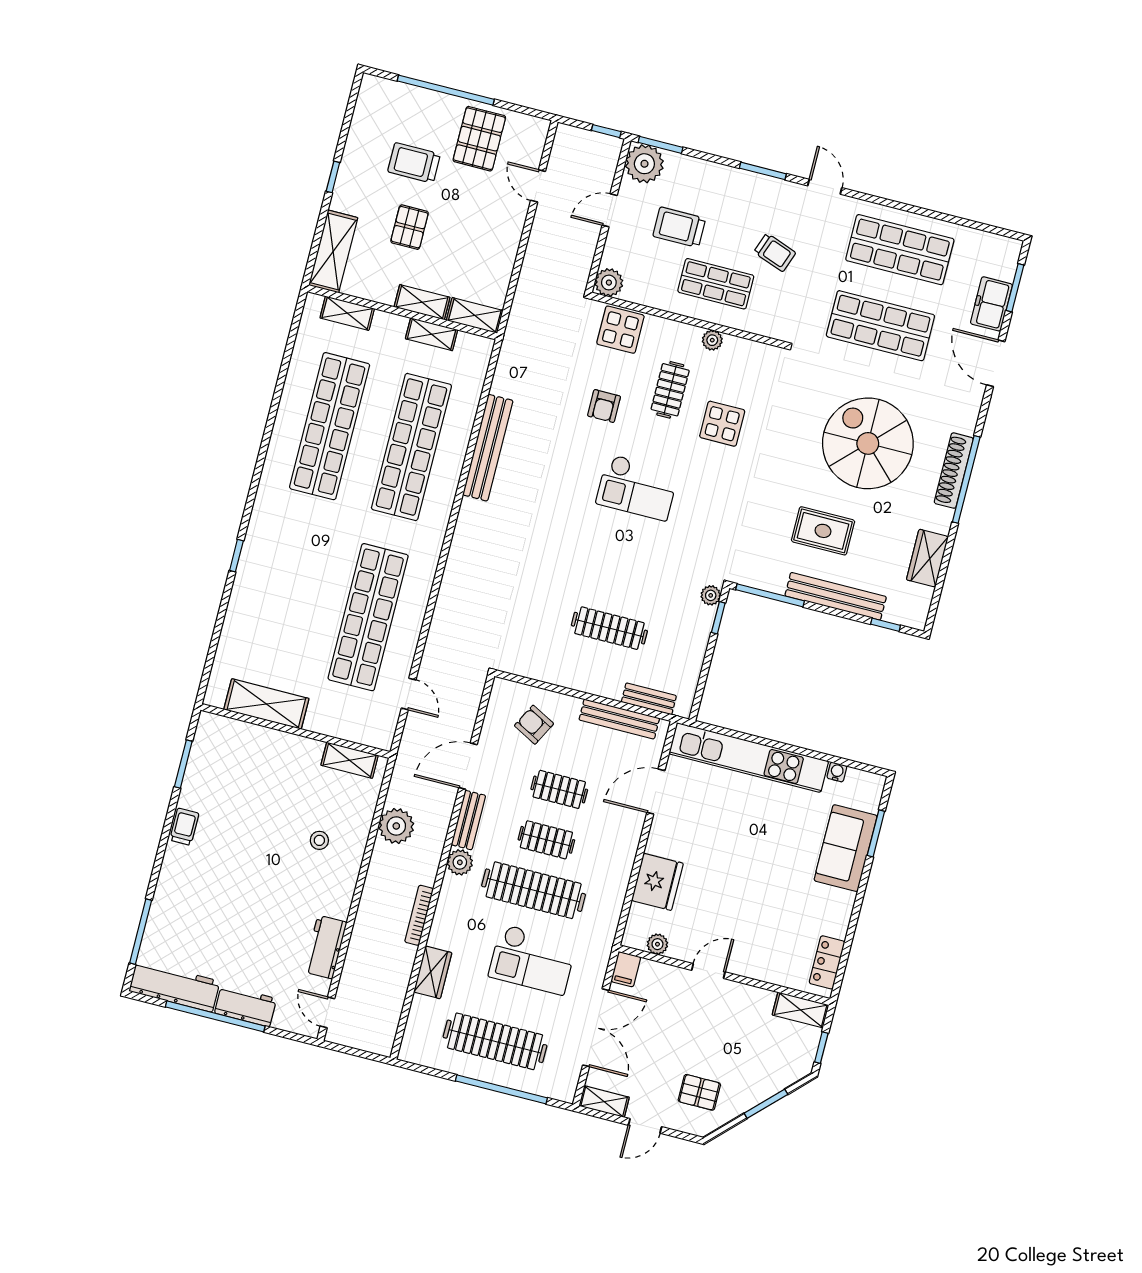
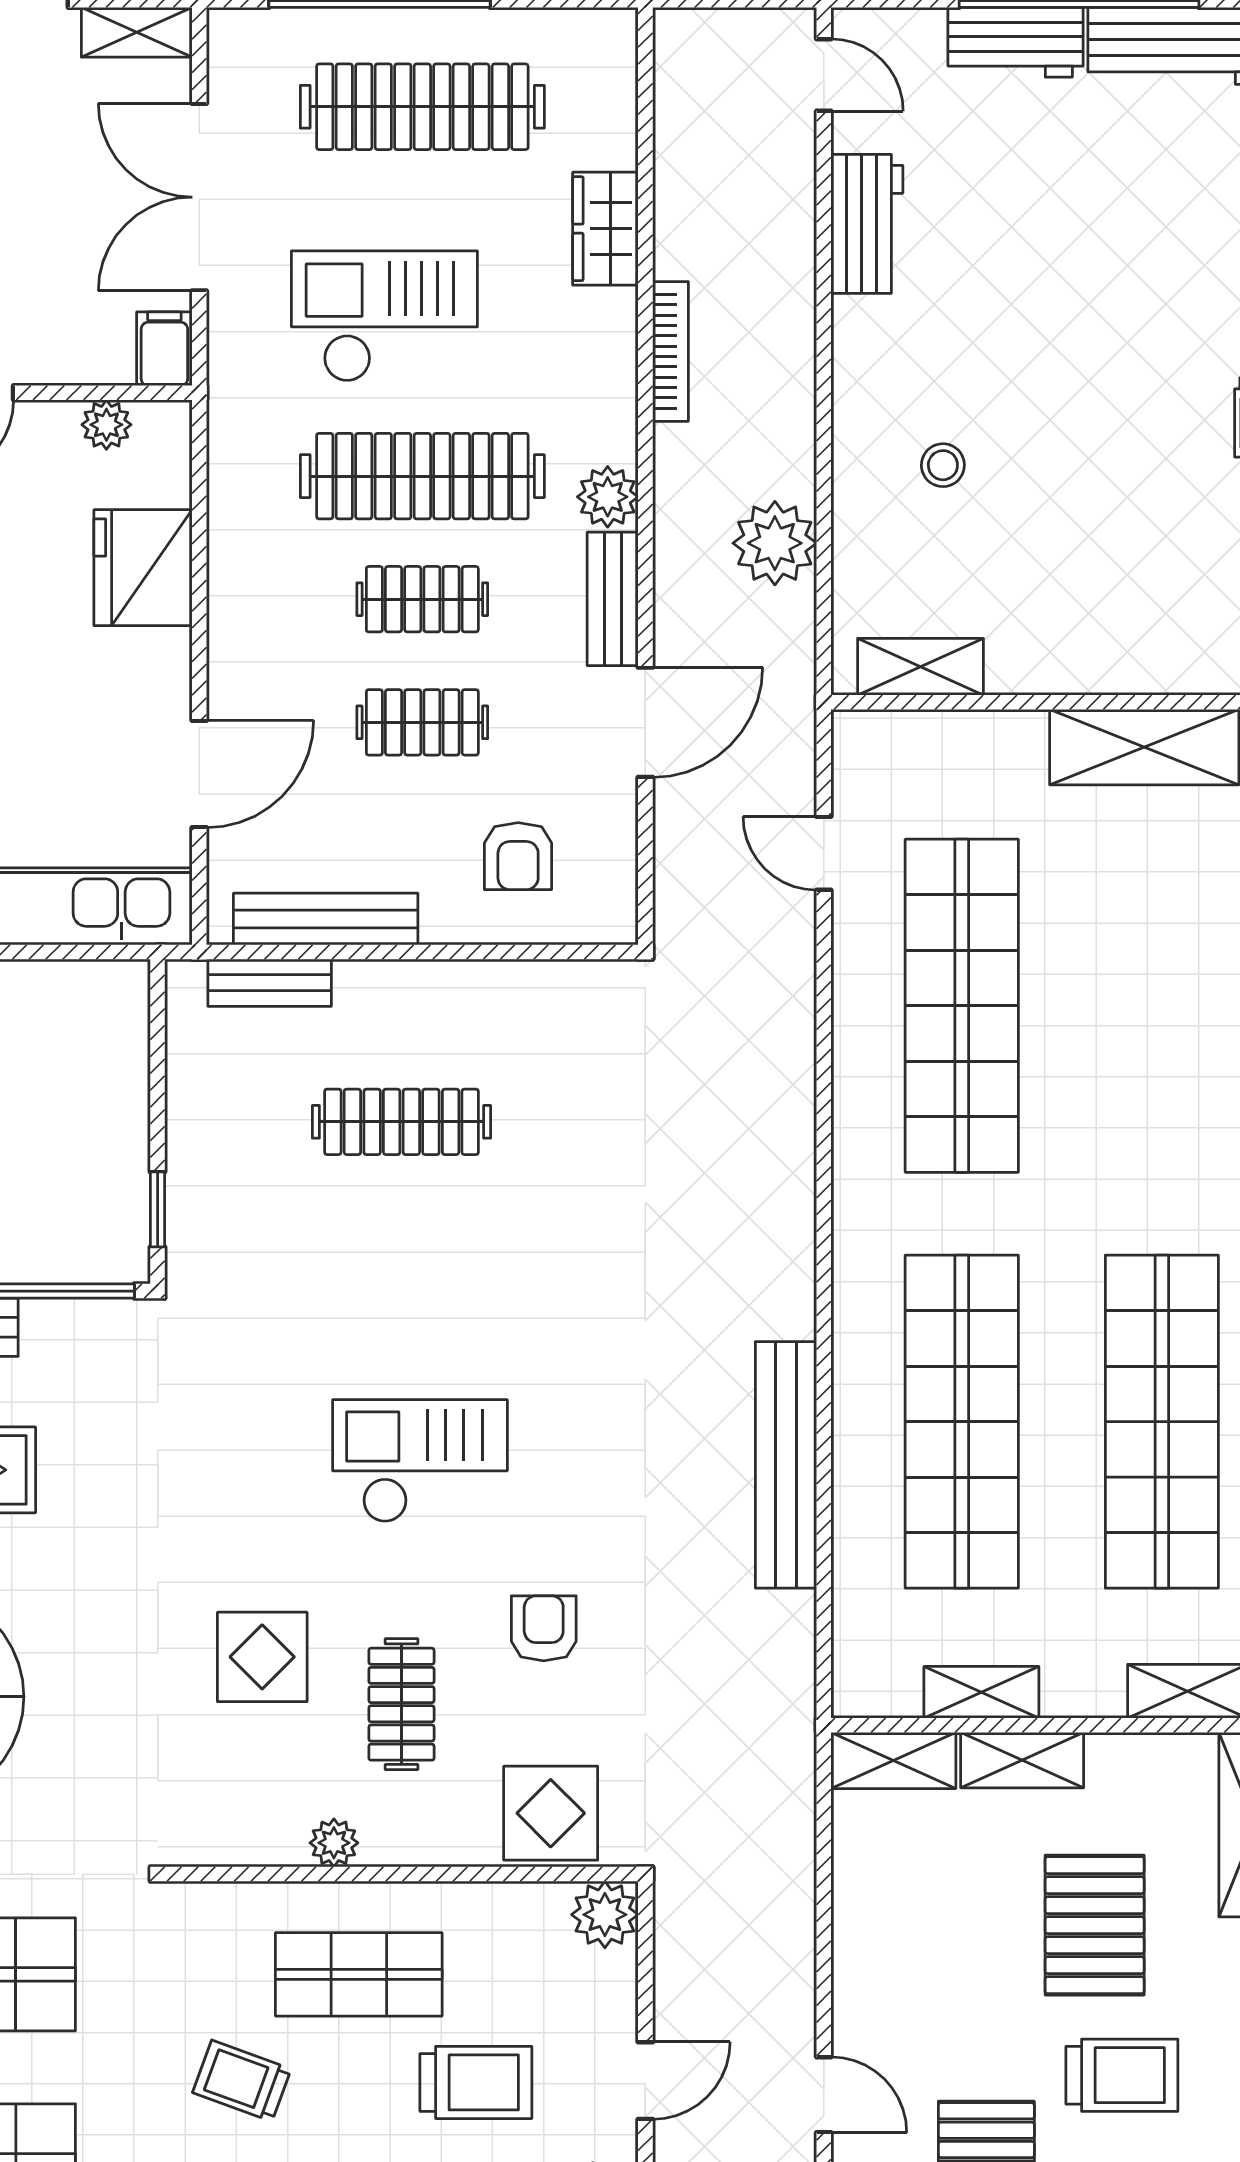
pallet: (410, 227) -> (1095, 1925), width x1.50, depth x1.42
plant: (711, 595) -> (188, 1256), removed
armchair: (534, 725) -> (518, 856), turned 62

